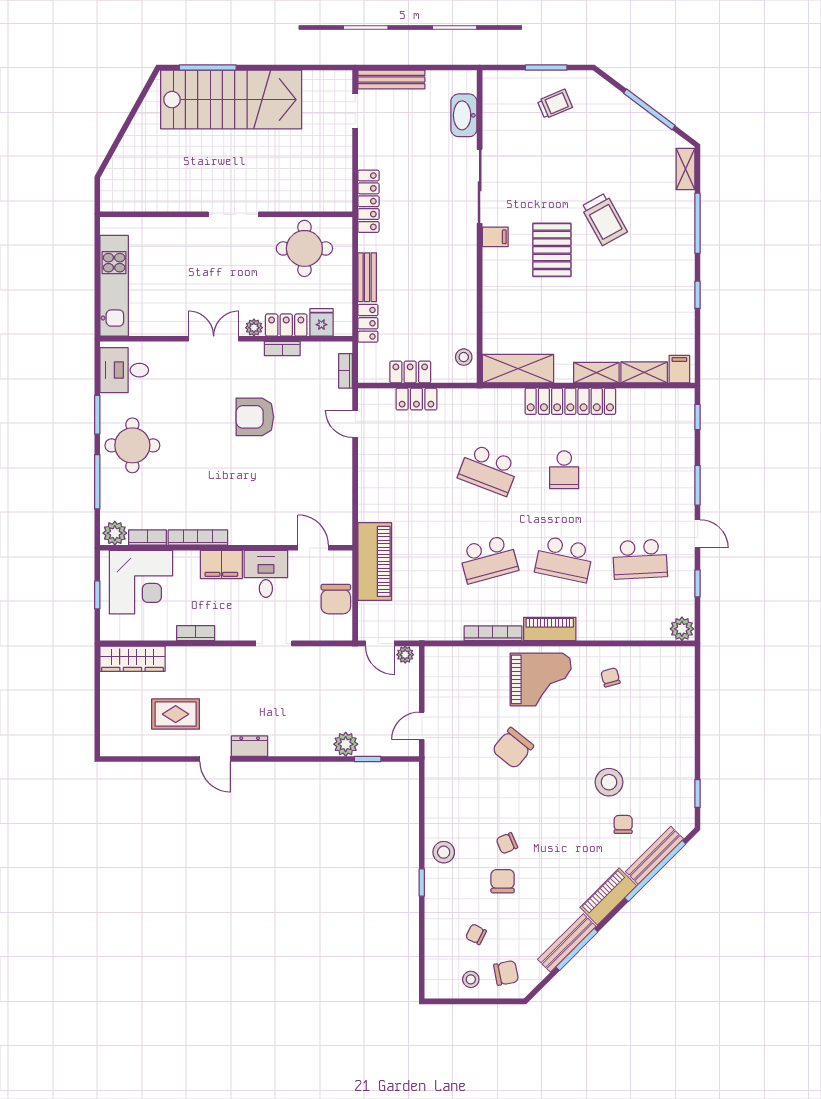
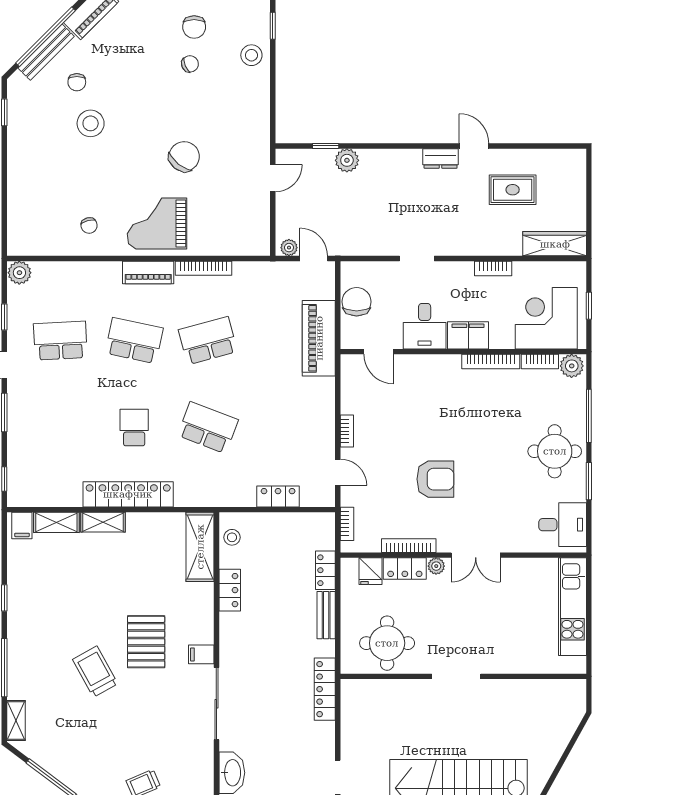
bookcase: (282, 349) -> (409, 546), width x1.56
shelving: (518, 369) -> (200, 547), moved, turned 90
locker: (410, 372) -> (230, 590), moved, turned -90
bookcase: (346, 466) -> (347, 431), added

